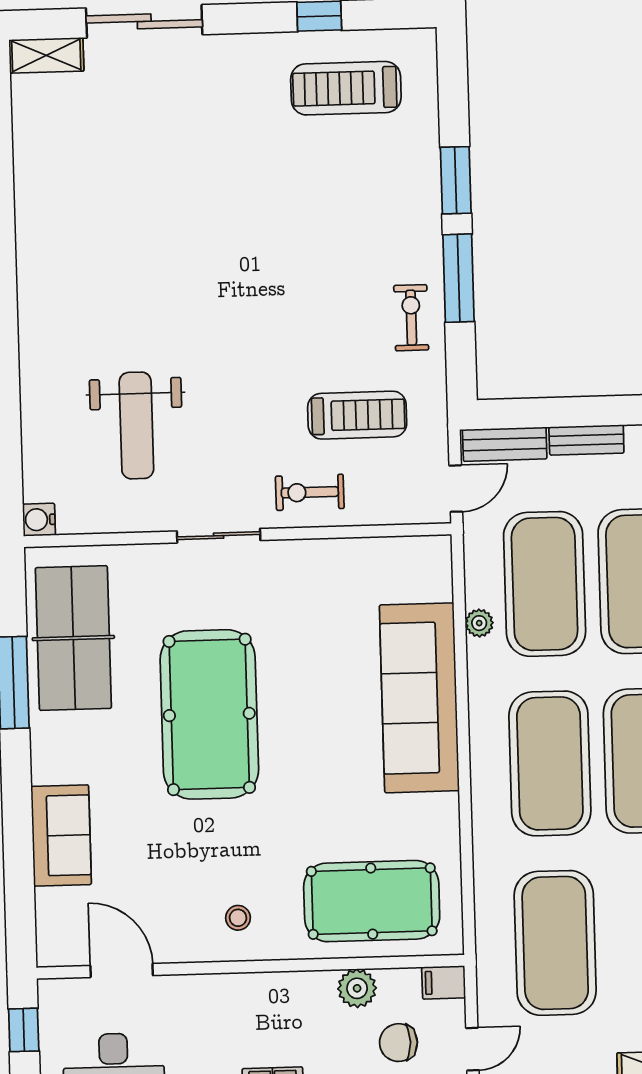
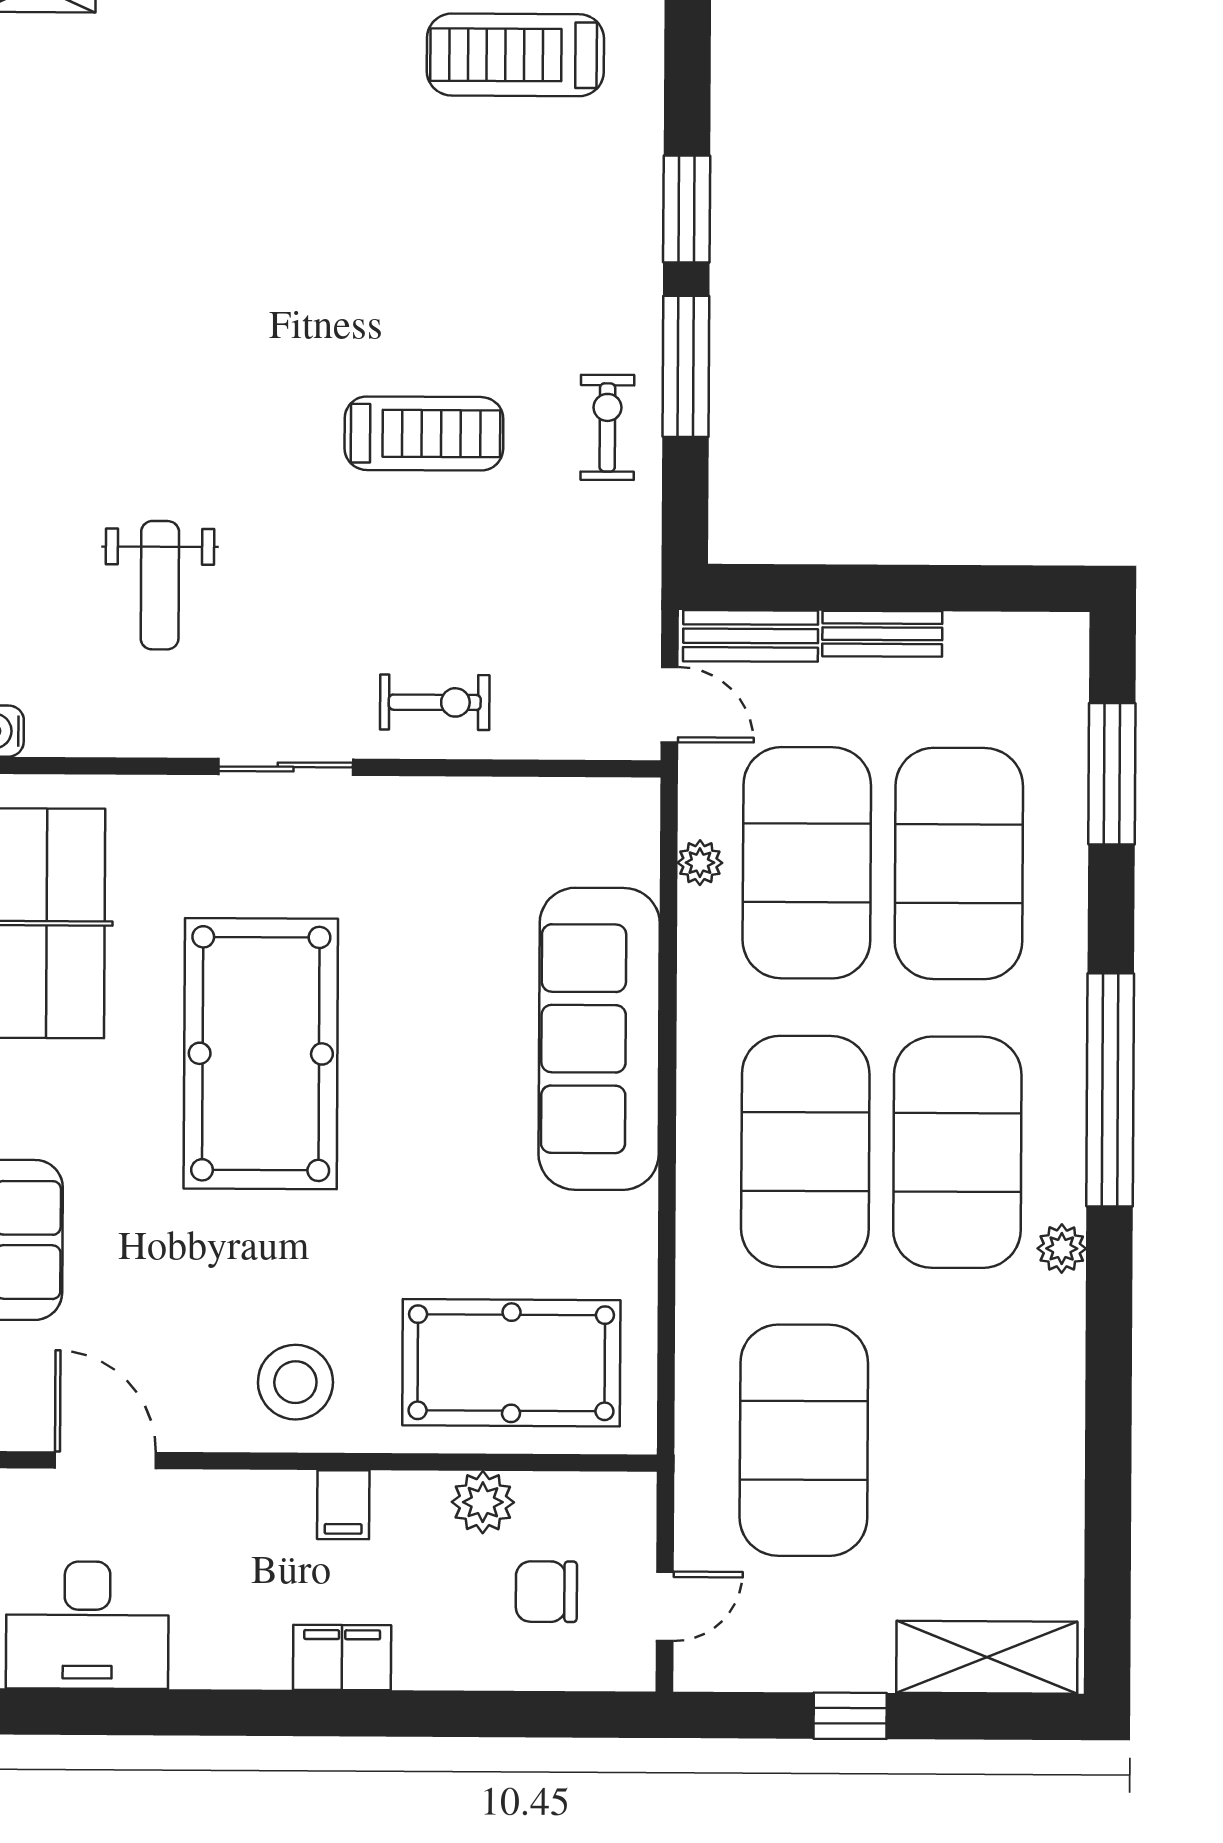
treadmill: (357, 415) -> (424, 434), moved
weight bench: (136, 425) -> (160, 585), width x0.73, depth x0.75
door: (456, 489) -> (670, 705), hinge flipped
exercise bike: (310, 492) -> (435, 702), turned 180
plant: (479, 623) -> (700, 863), moved
stool: (238, 918) -> (295, 1382), width x1.89, depth x1.89
filing cabinet: (444, 982) -> (343, 1505), moved, turned -90

